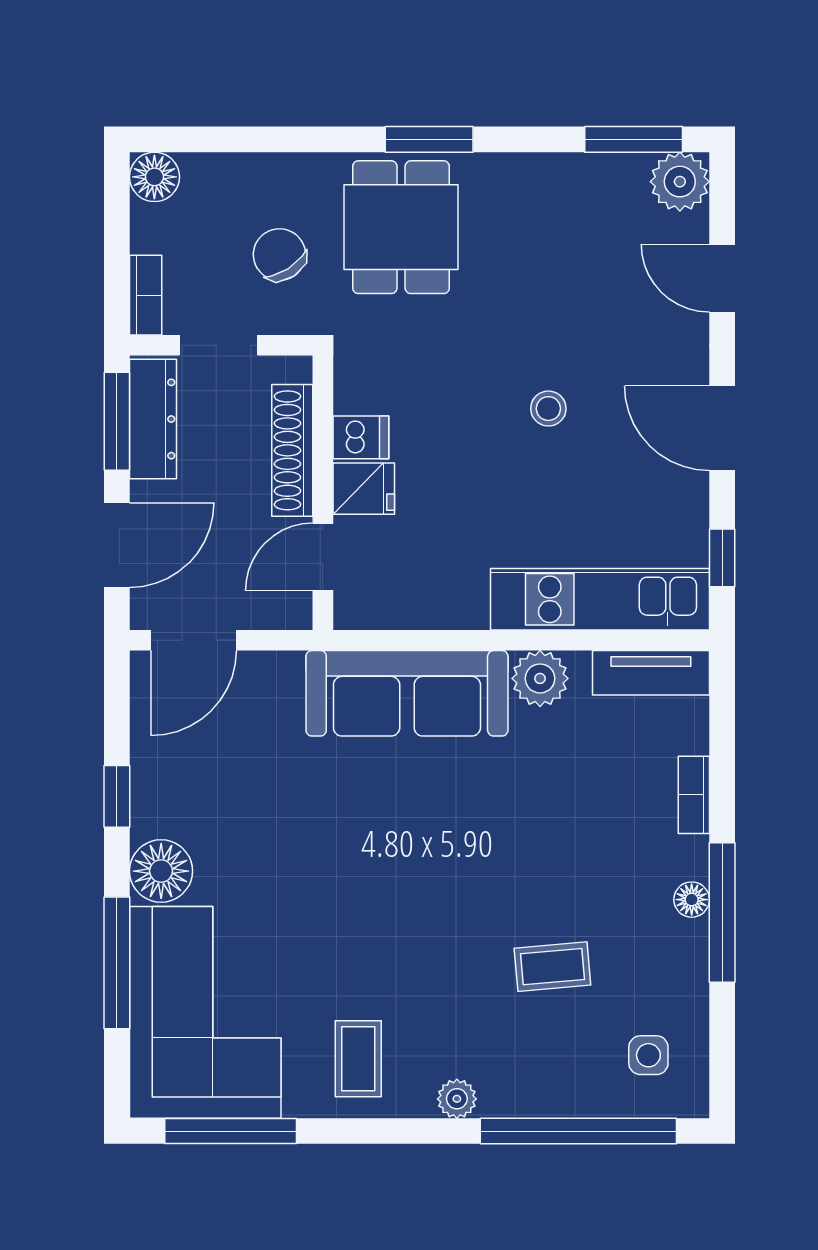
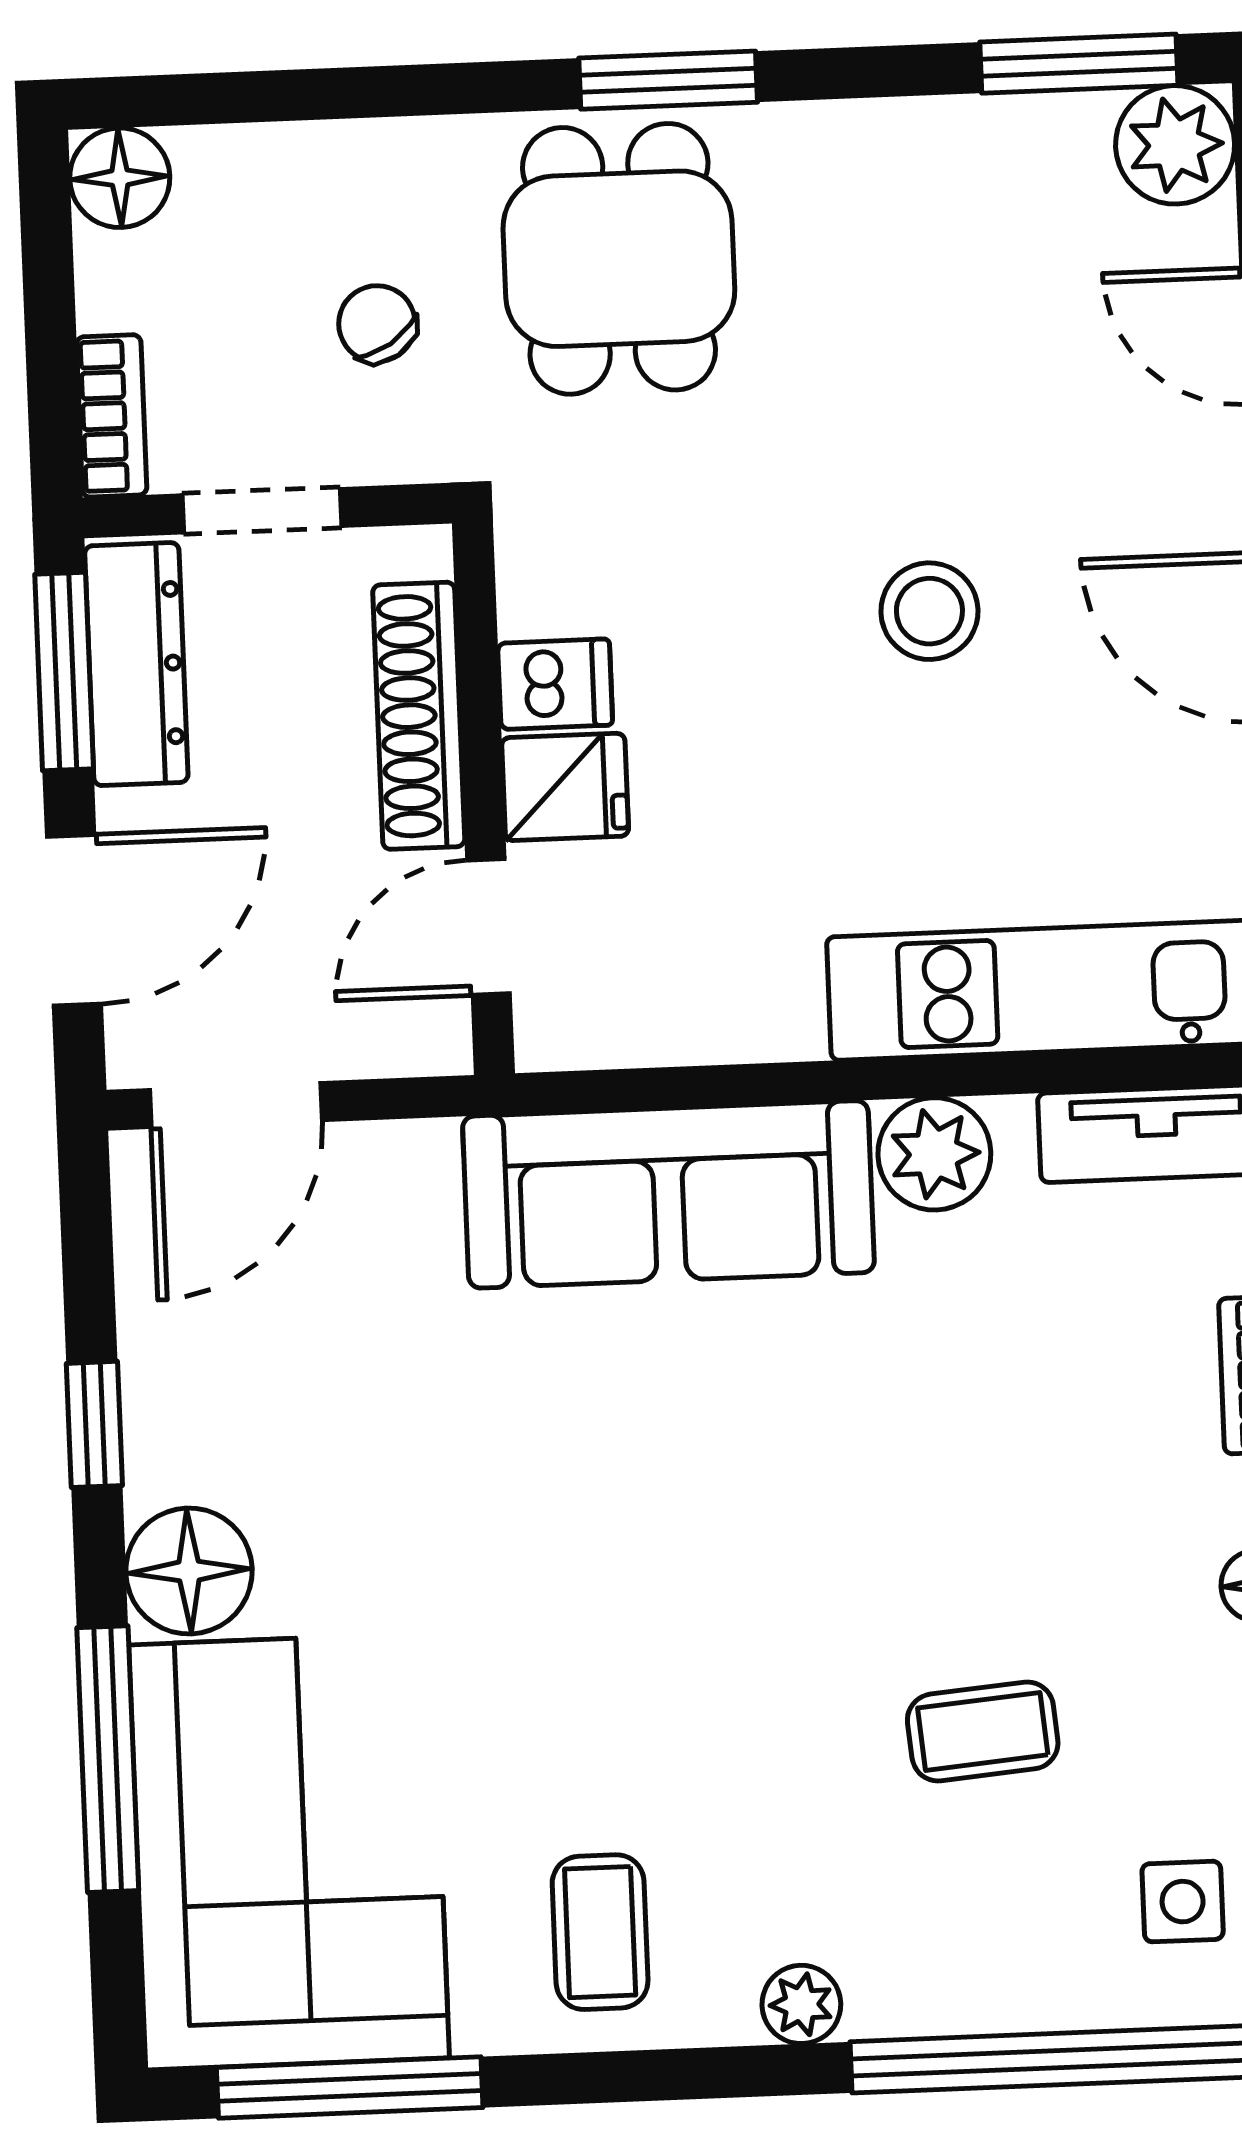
chair: (279, 255) -> (377, 324), width x0.73, depth x0.73
stool: (548, 409) -> (929, 611), width x1.37, depth x1.37

